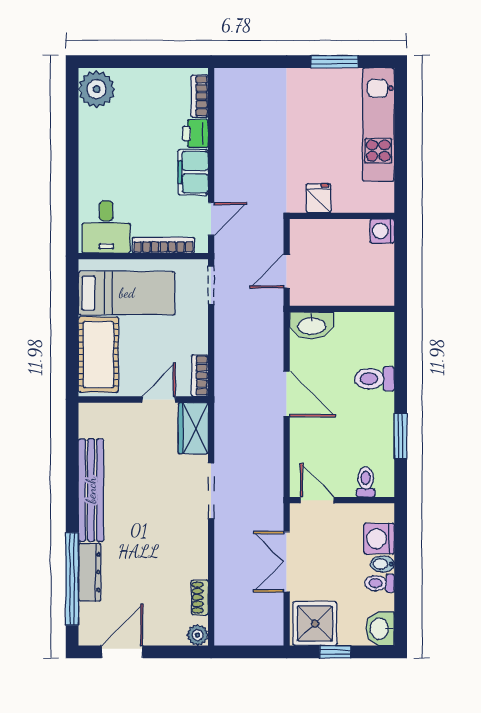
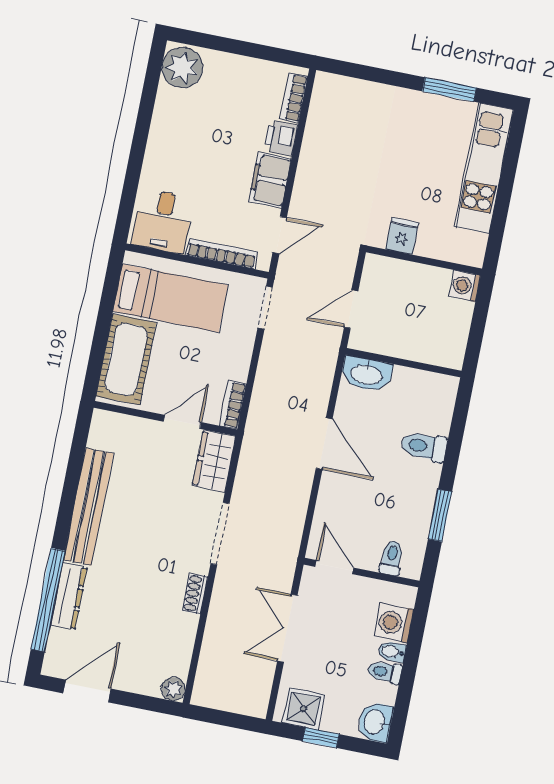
shoe rack: (200, 598) -> (195, 594), moved
shower: (315, 624) -> (304, 709), width x0.73, depth x0.73

